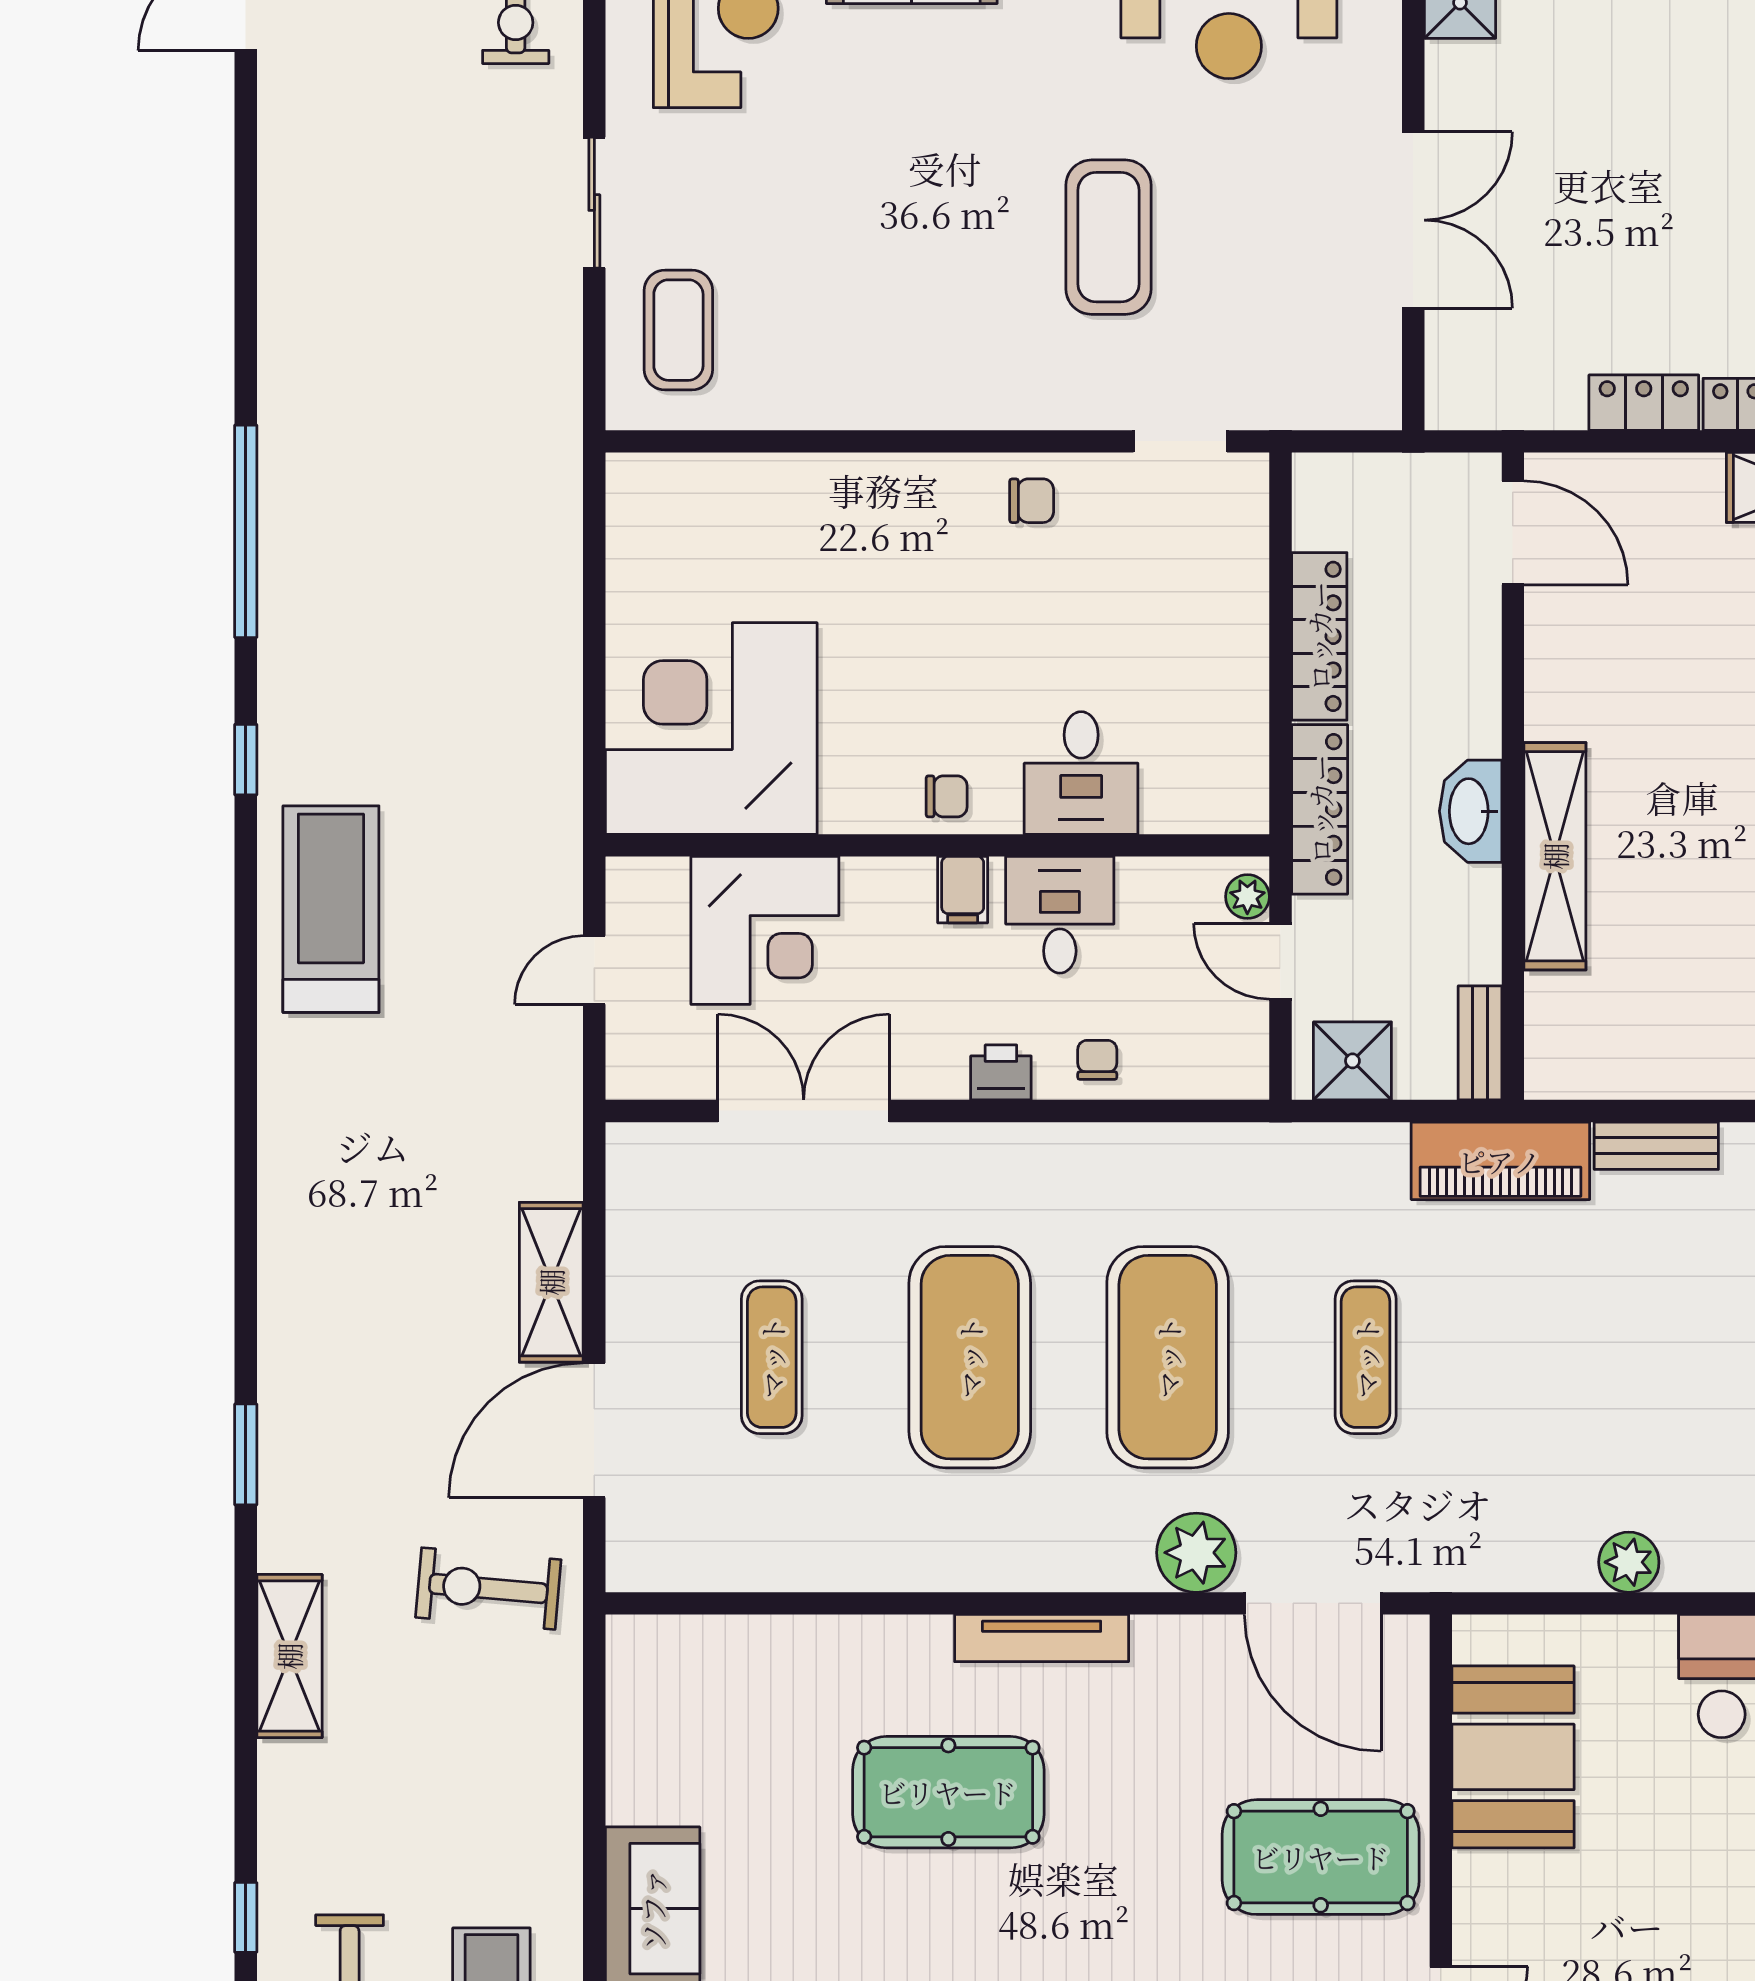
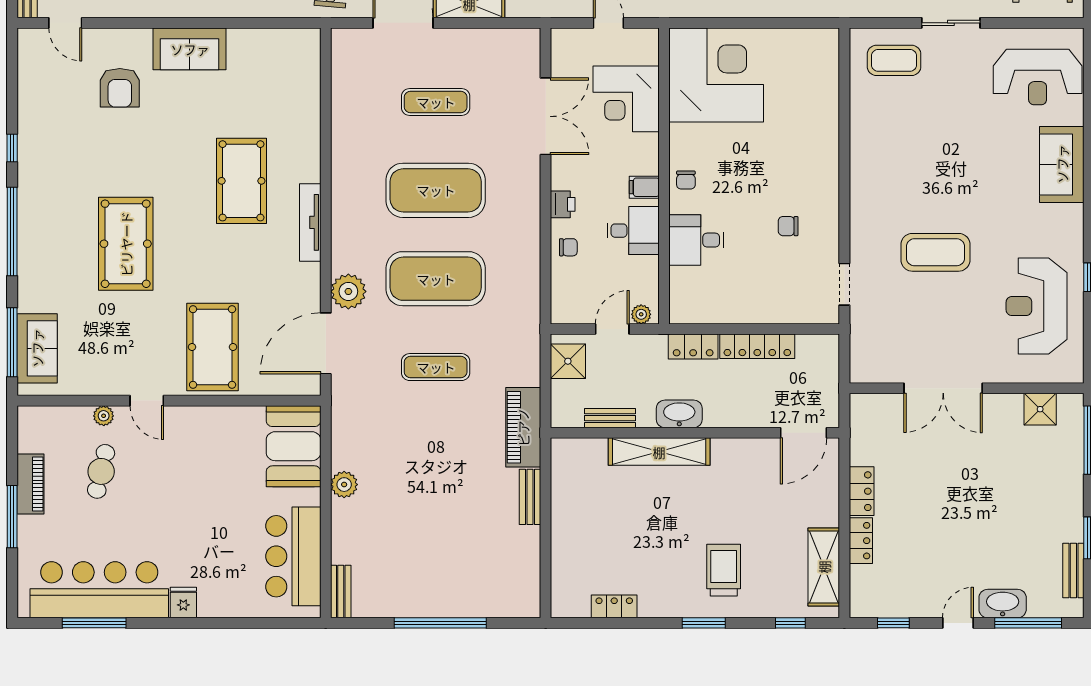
chair: (1032, 501) -> (788, 226), moved, turned 90
locker: (1320, 809) -> (693, 346), width x0.66
bench: (1480, 1043) -> (610, 418), moved
booth: (1513, 1757) -> (294, 446), moved, turned 90

